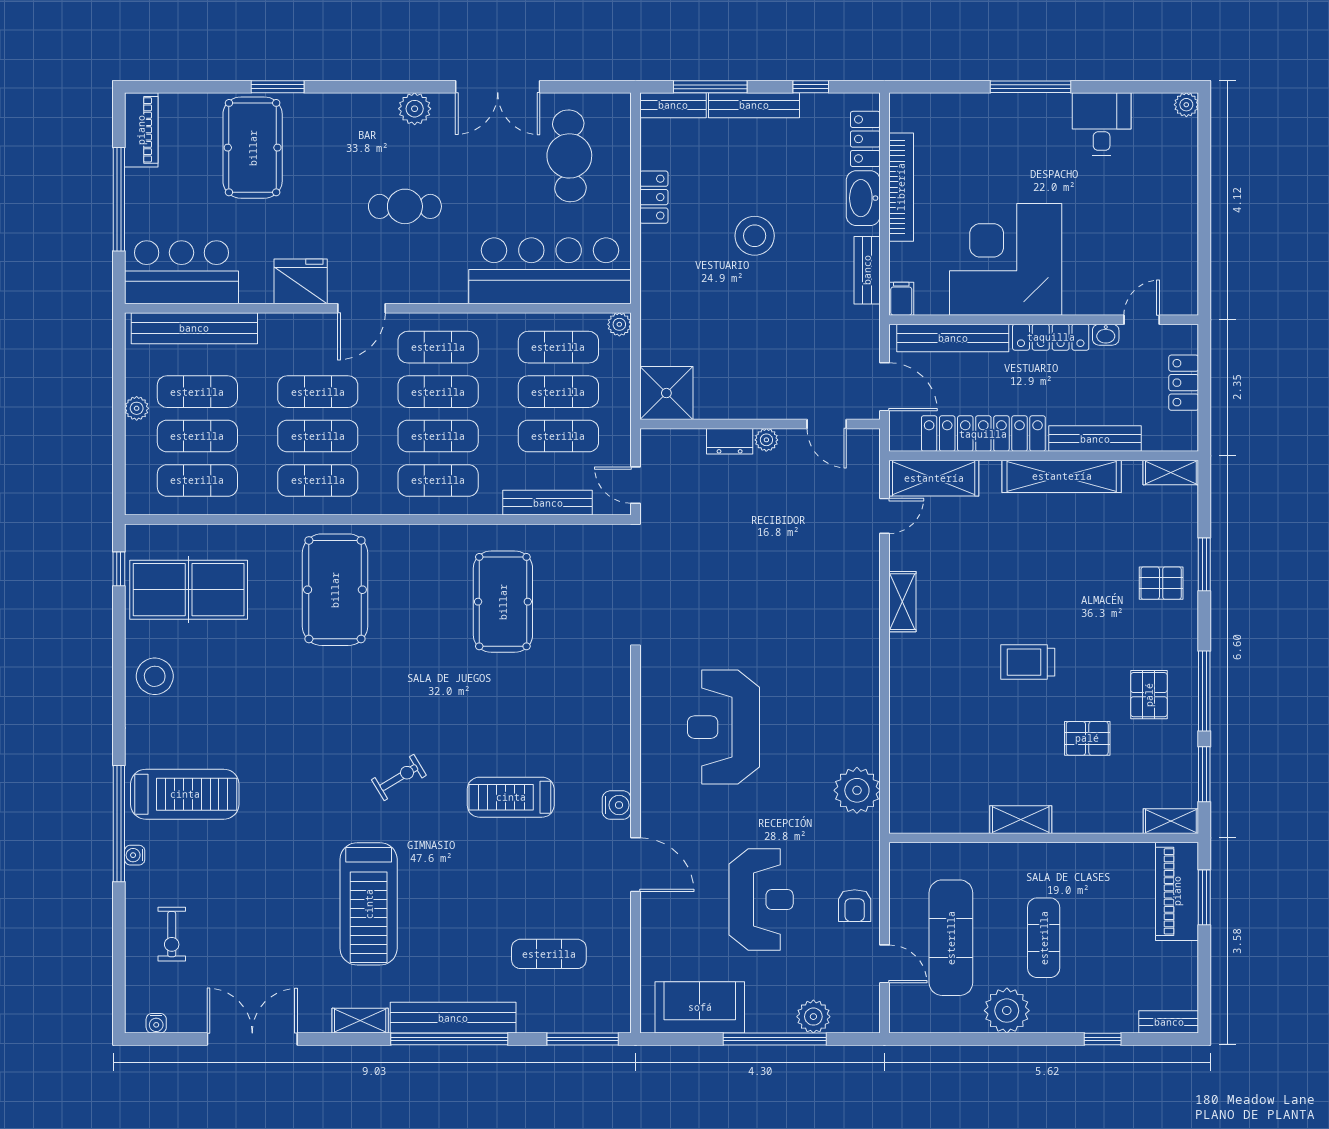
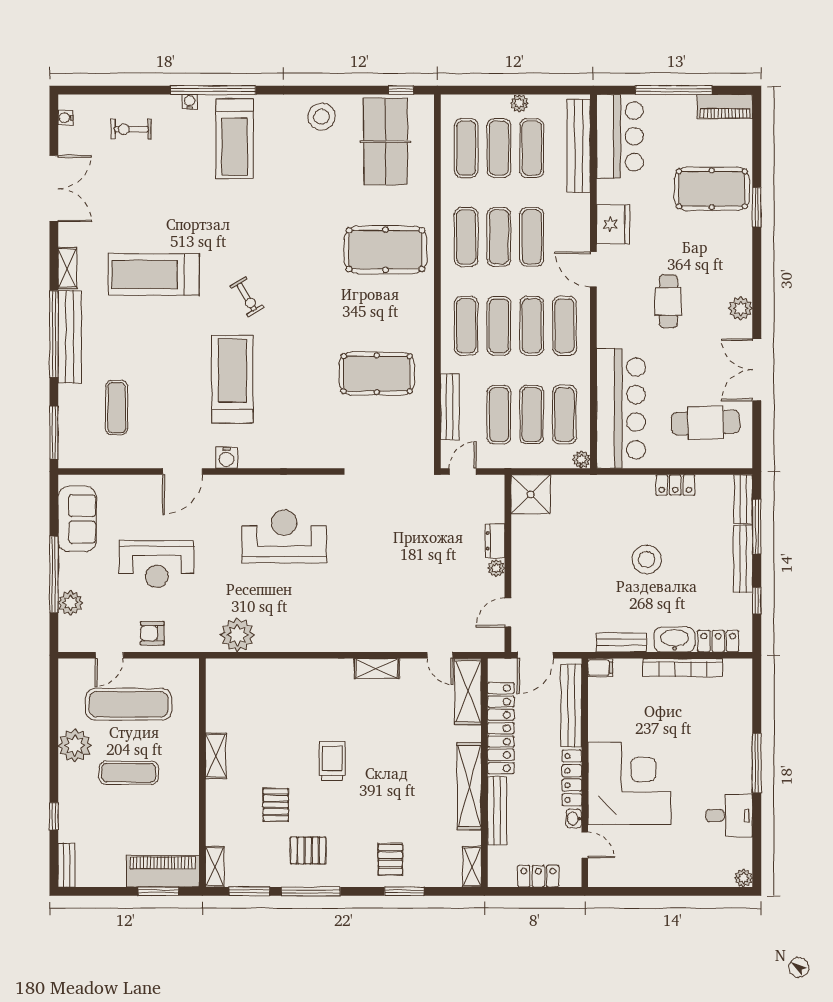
corner desk: (1006, 259) -> (629, 783), moved
treadmill: (511, 797) -> (232, 379), width x1.37, depth x1.37

